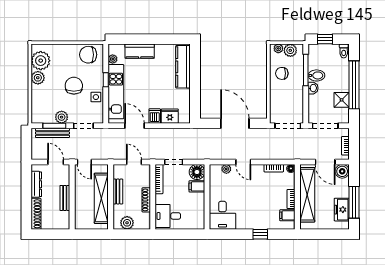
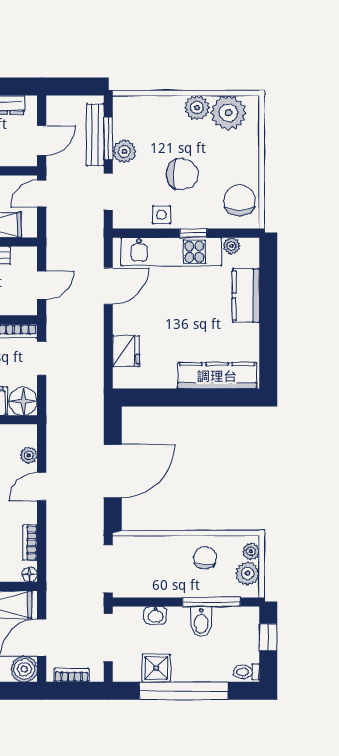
washbasin: (313, 88) -> (155, 615), moved
dishwasher: (155, 116) -> (126, 323), removed

